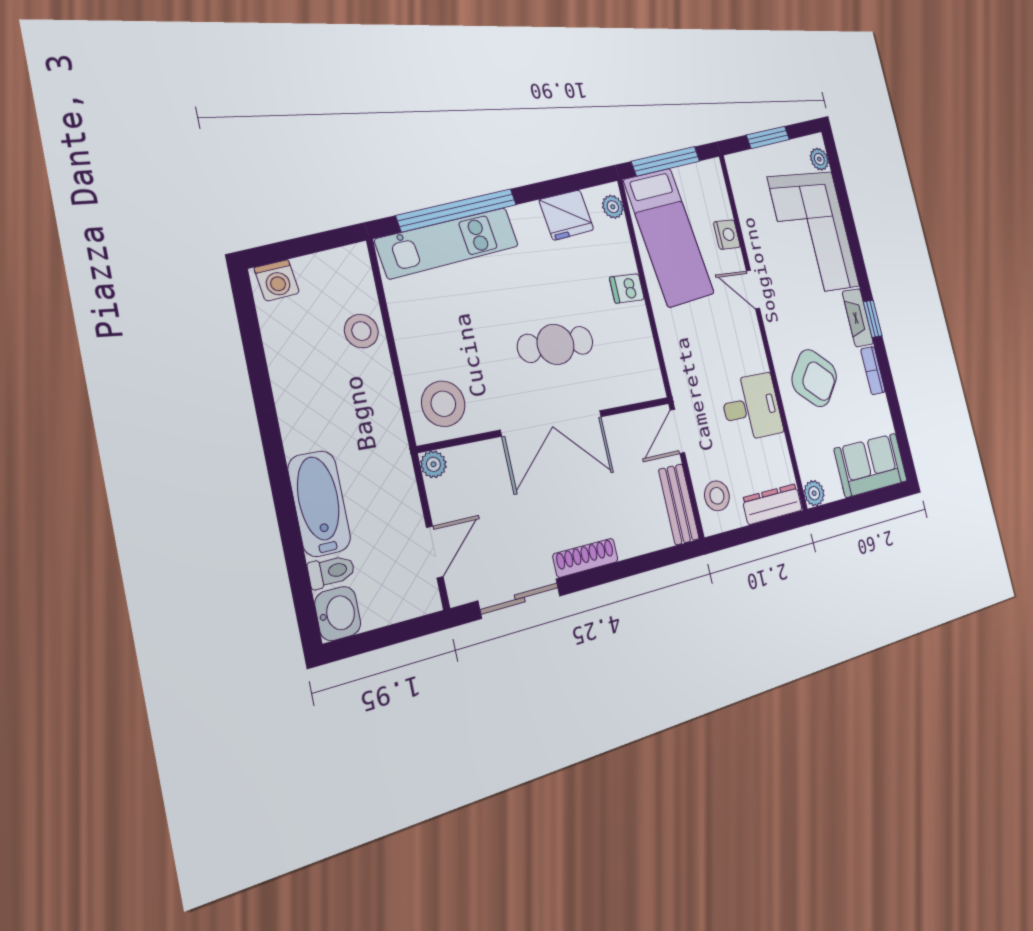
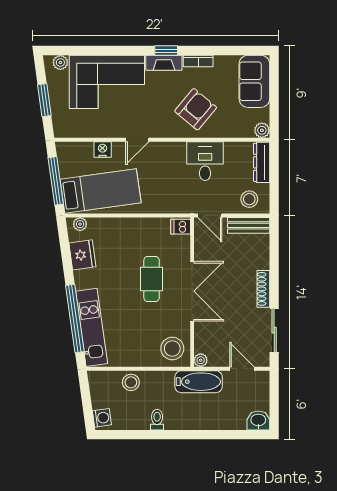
dishwasher: (627, 288) -> (181, 227), moved, turned 90
bathtub: (319, 503) -> (199, 382), moved, turned 180
toilet: (331, 571) -> (157, 420), moved

